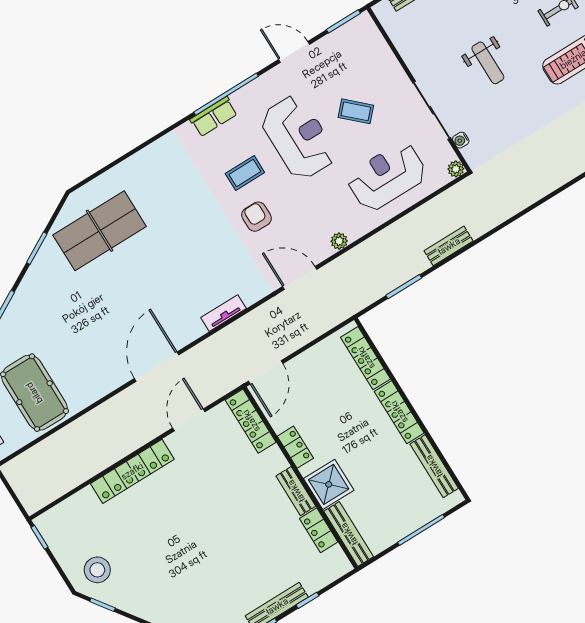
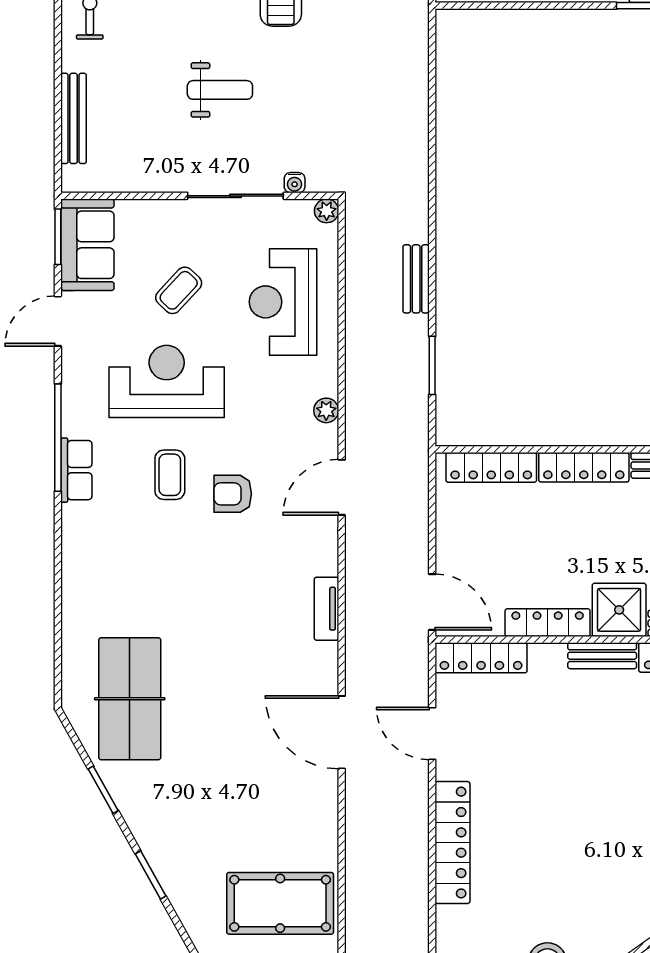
sofa: (349, 42) -> (87, 245), added
locker: (295, 447) -> (548, 623), width x1.53

